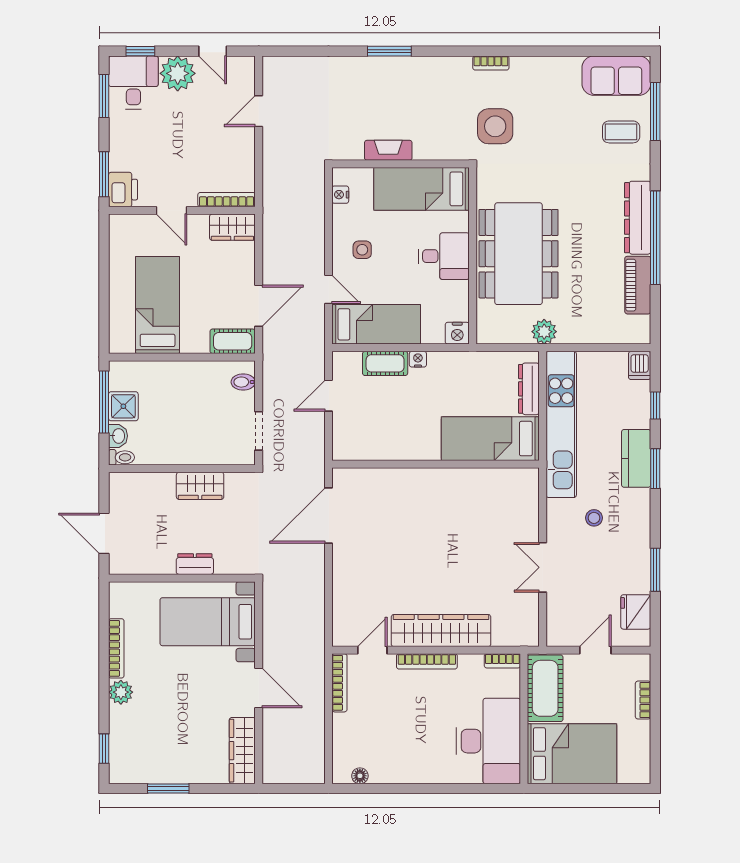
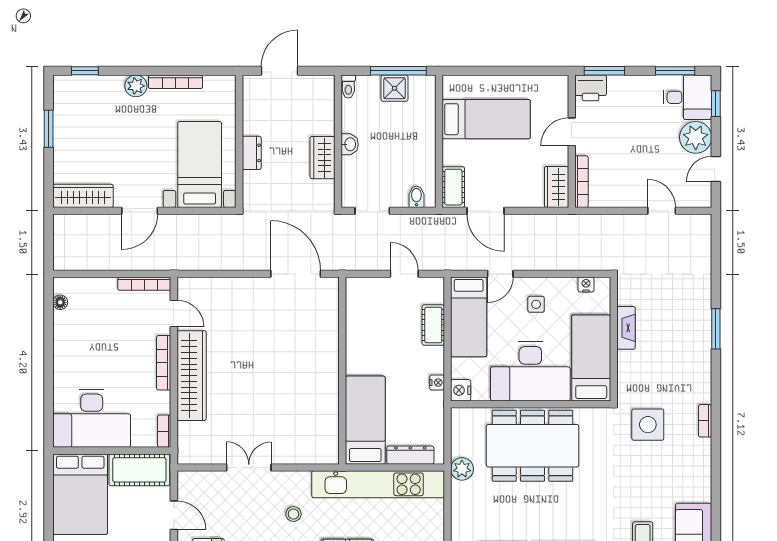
desk: (444, 256) -> (530, 371), width x1.87, depth x1.30
nightstand: (418, 359) -> (437, 383), moved
washbasin: (118, 436) -> (350, 144), moved, turned -90

